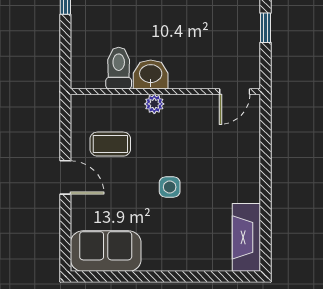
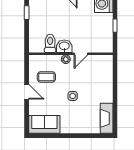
door: (235, 92) -> (81, 54), moved

